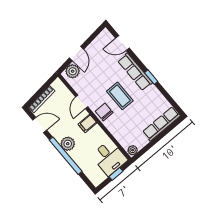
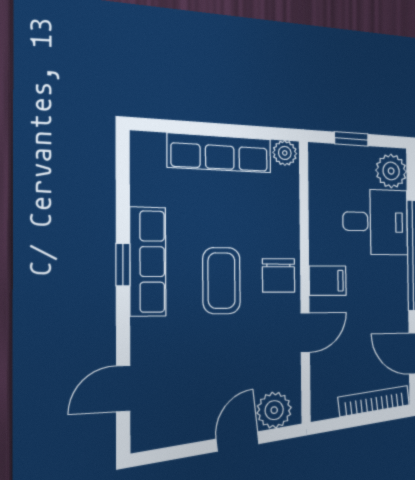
door: (122, 43) -> (123, 389), swing flipped
row of seats: (135, 72) -> (148, 262), moved
row of seats: (161, 124) -> (220, 153), moved
plant: (68, 144) -> (391, 171), moved
desk: (109, 158) -> (376, 222), moved, turned 90

